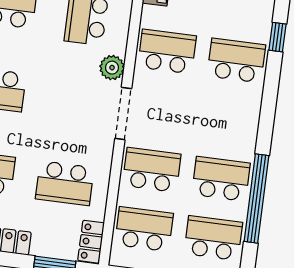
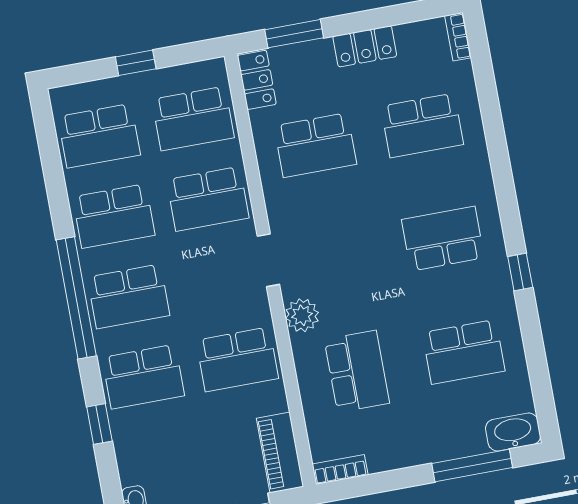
doorway: (123, 114) -> (268, 260), width x0.73
school desk: (229, 120) -> (129, 296), added
school desk: (65, 183) -> (315, 145), turned 180
window: (257, 198) -> (76, 298), moved

